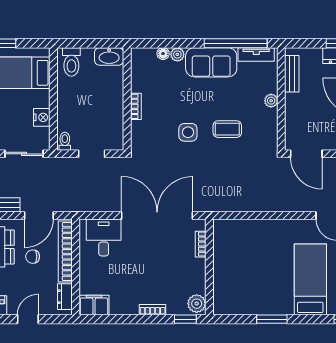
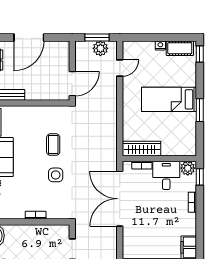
plant: (271, 101) -> (31, 111), removed
desk: (104, 237) -> (166, 175), moved, turned 90
wardrobe: (222, 244) -> (142, 148), added
bed: (310, 279) -> (169, 99), moved

